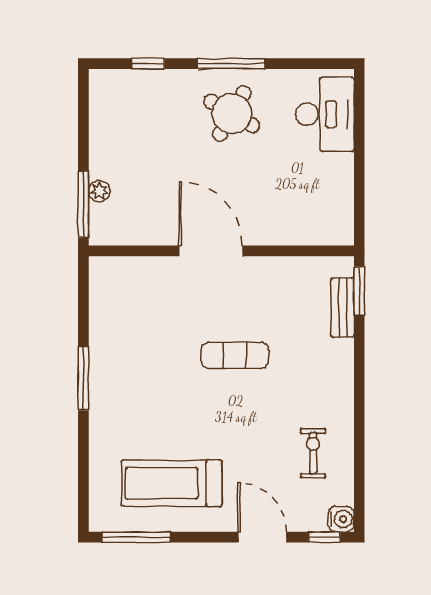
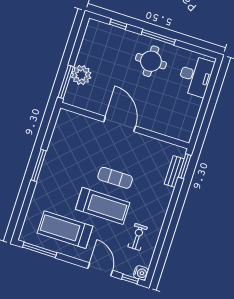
round table: (232, 114) -> (151, 61), turned -30
plant: (99, 191) -> (81, 75), width x1.87, depth x1.87
treadmill: (228, 416) -> (103, 206), added

